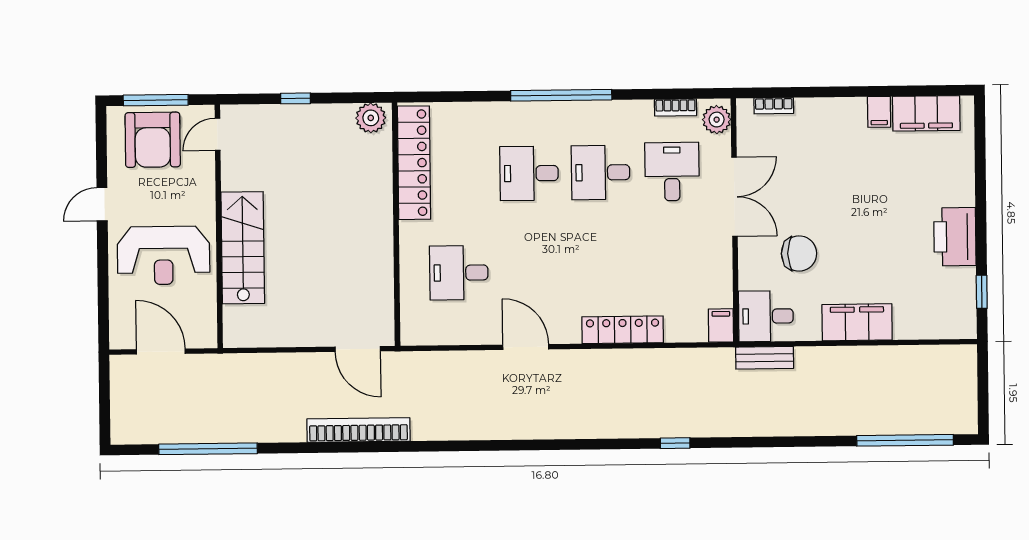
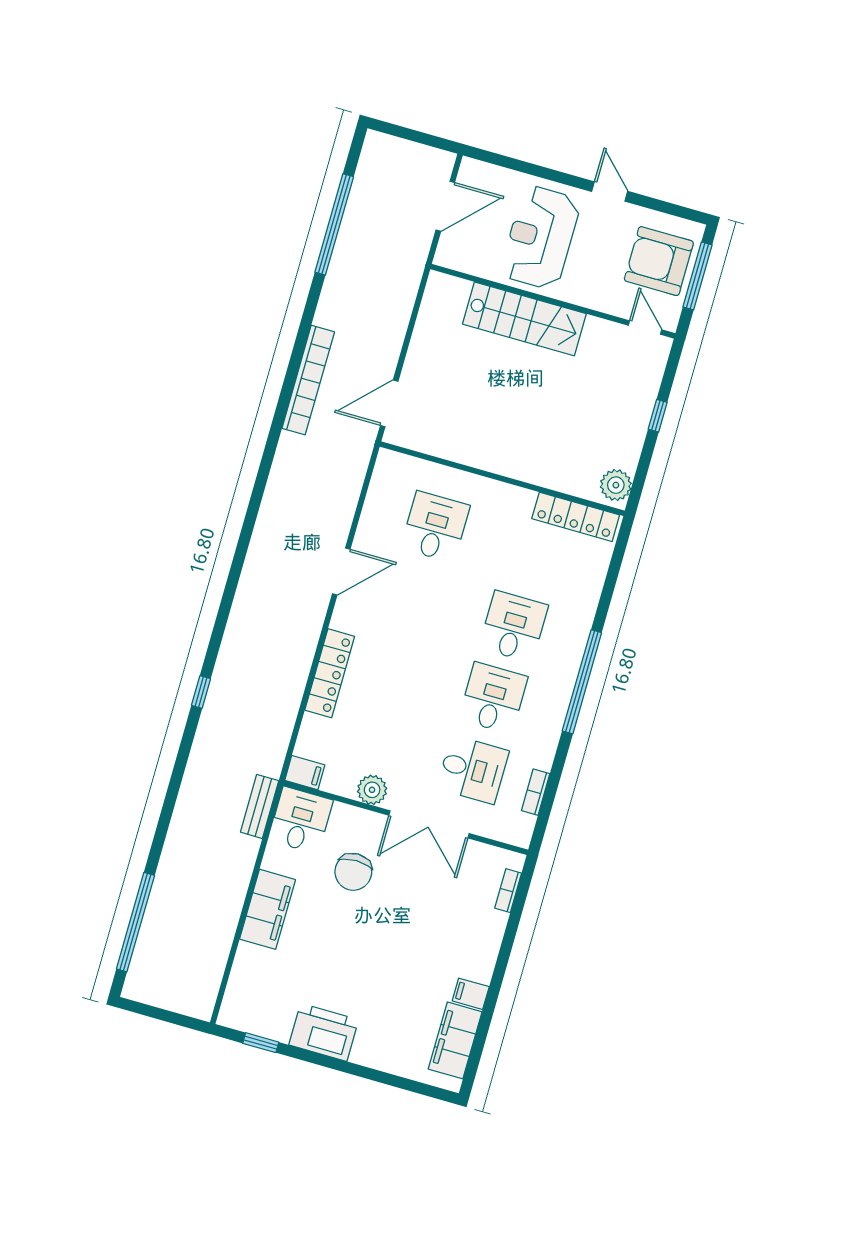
plant: (717, 120) -> (372, 790), moved
locker: (414, 163) -> (576, 517), width x0.71, depth x0.83

